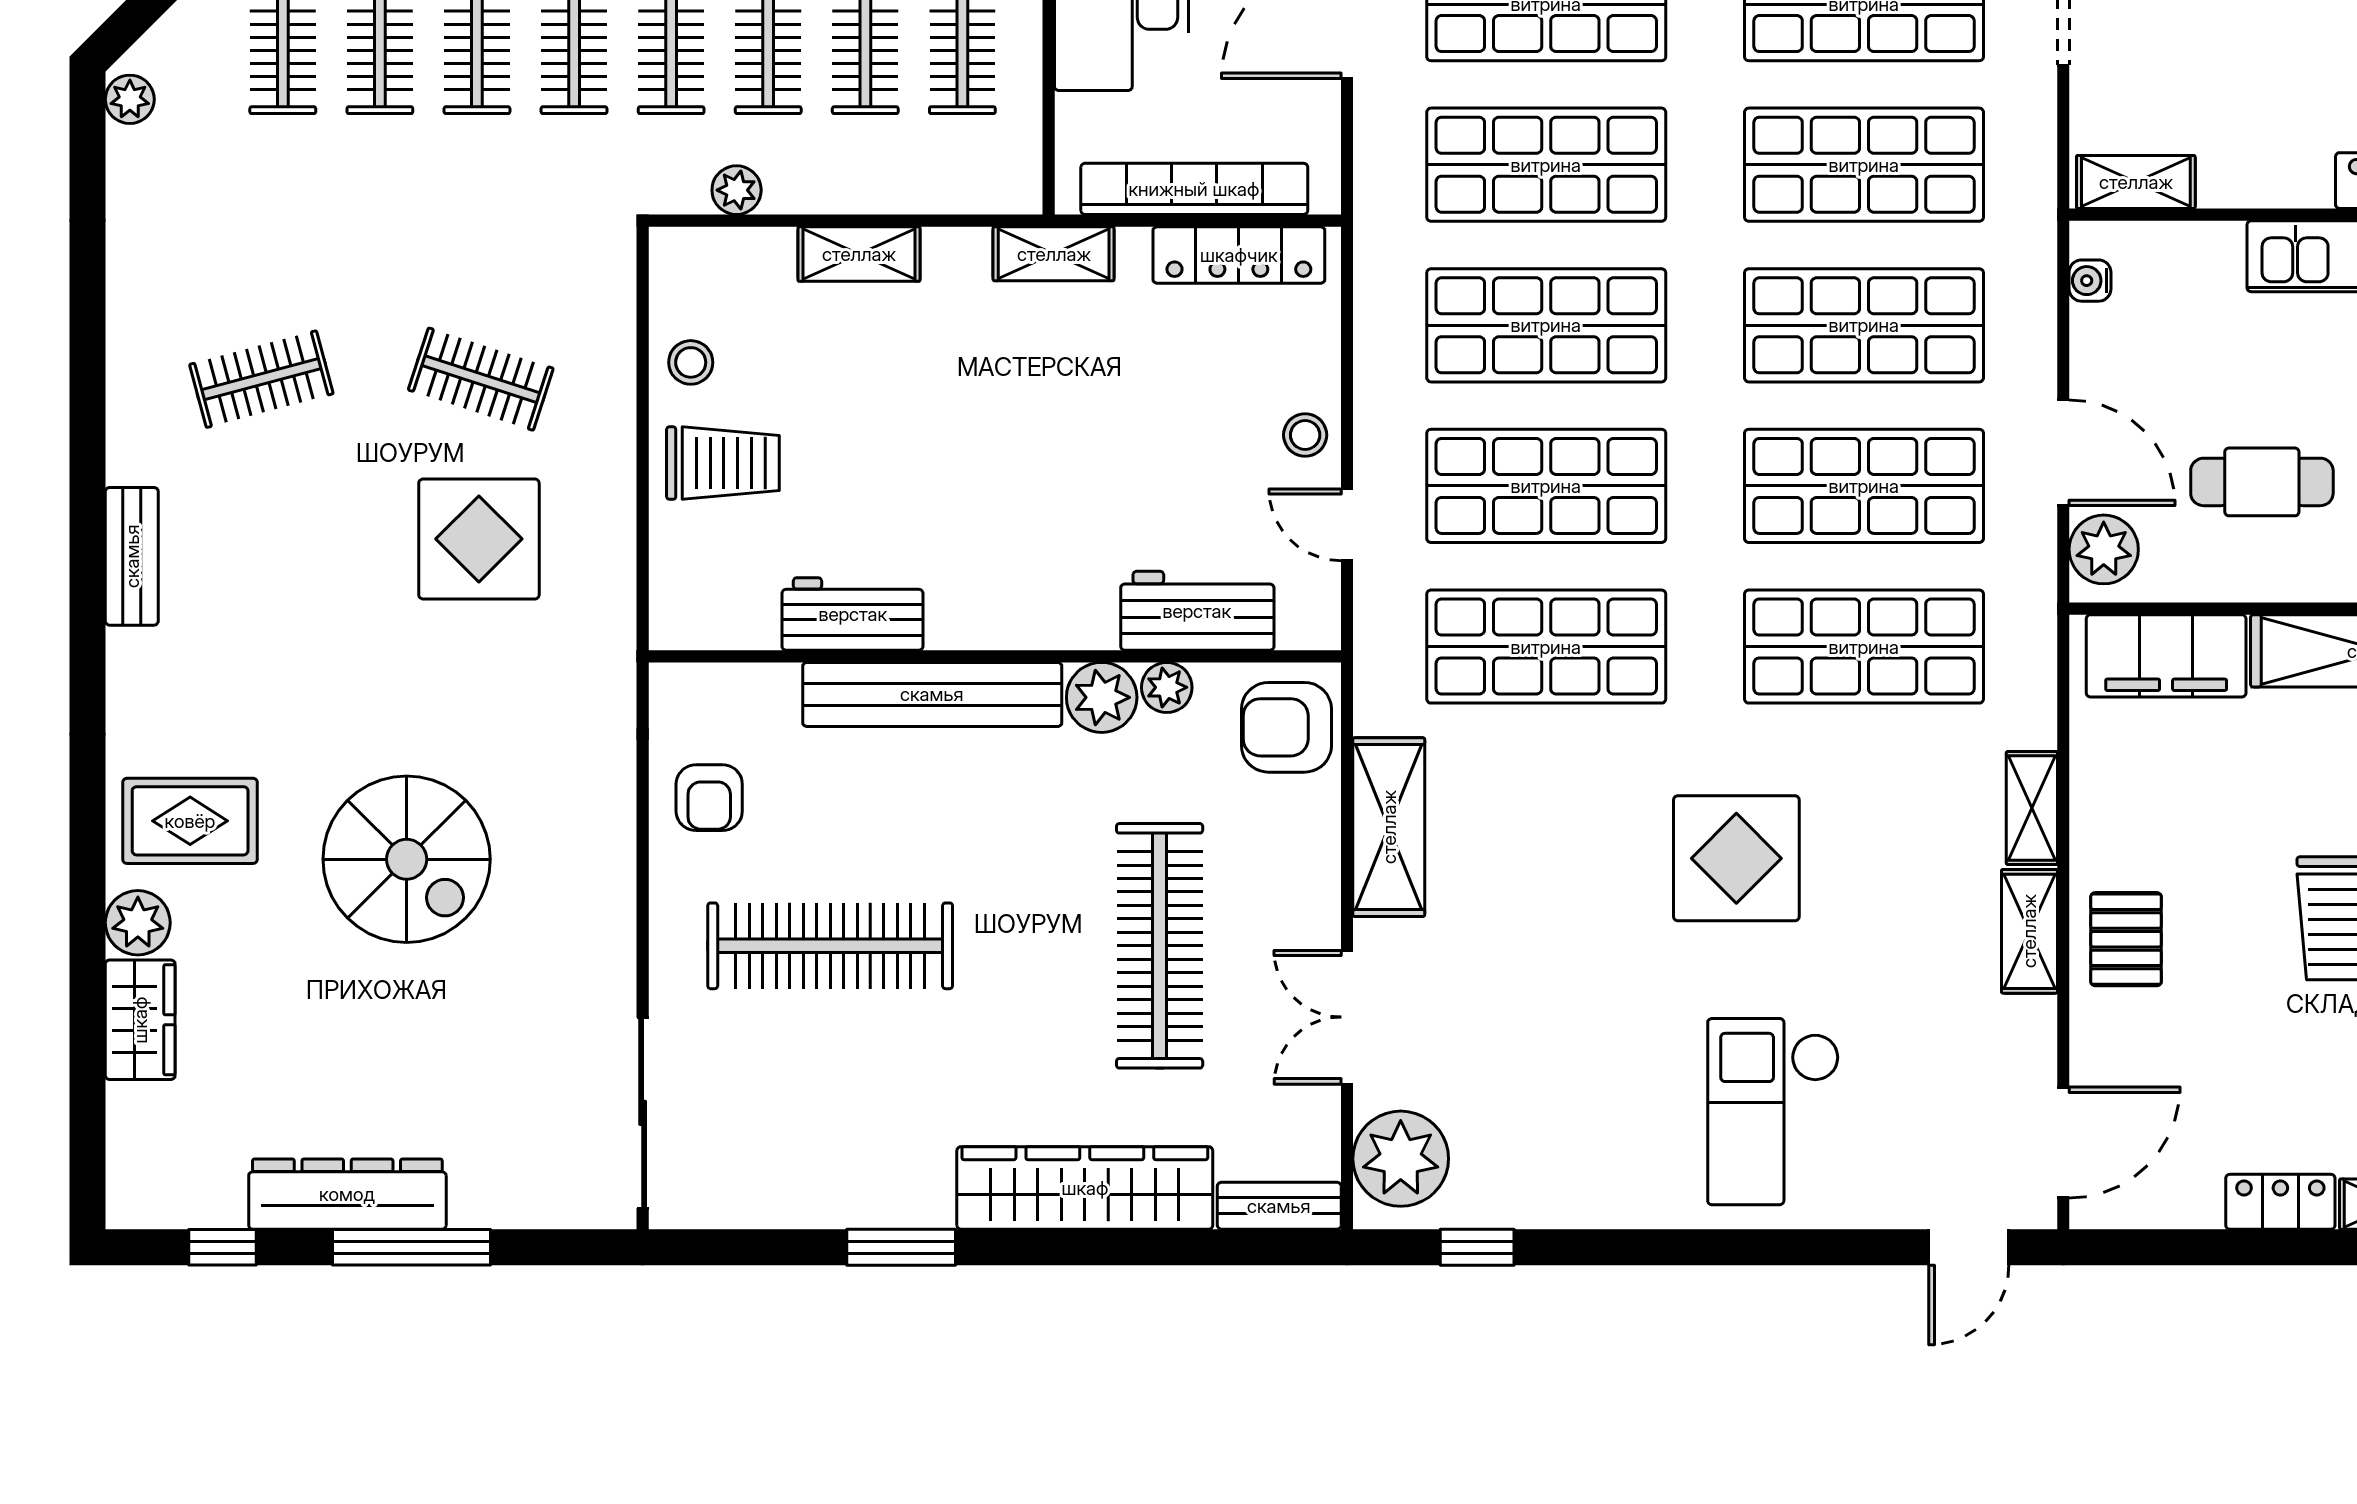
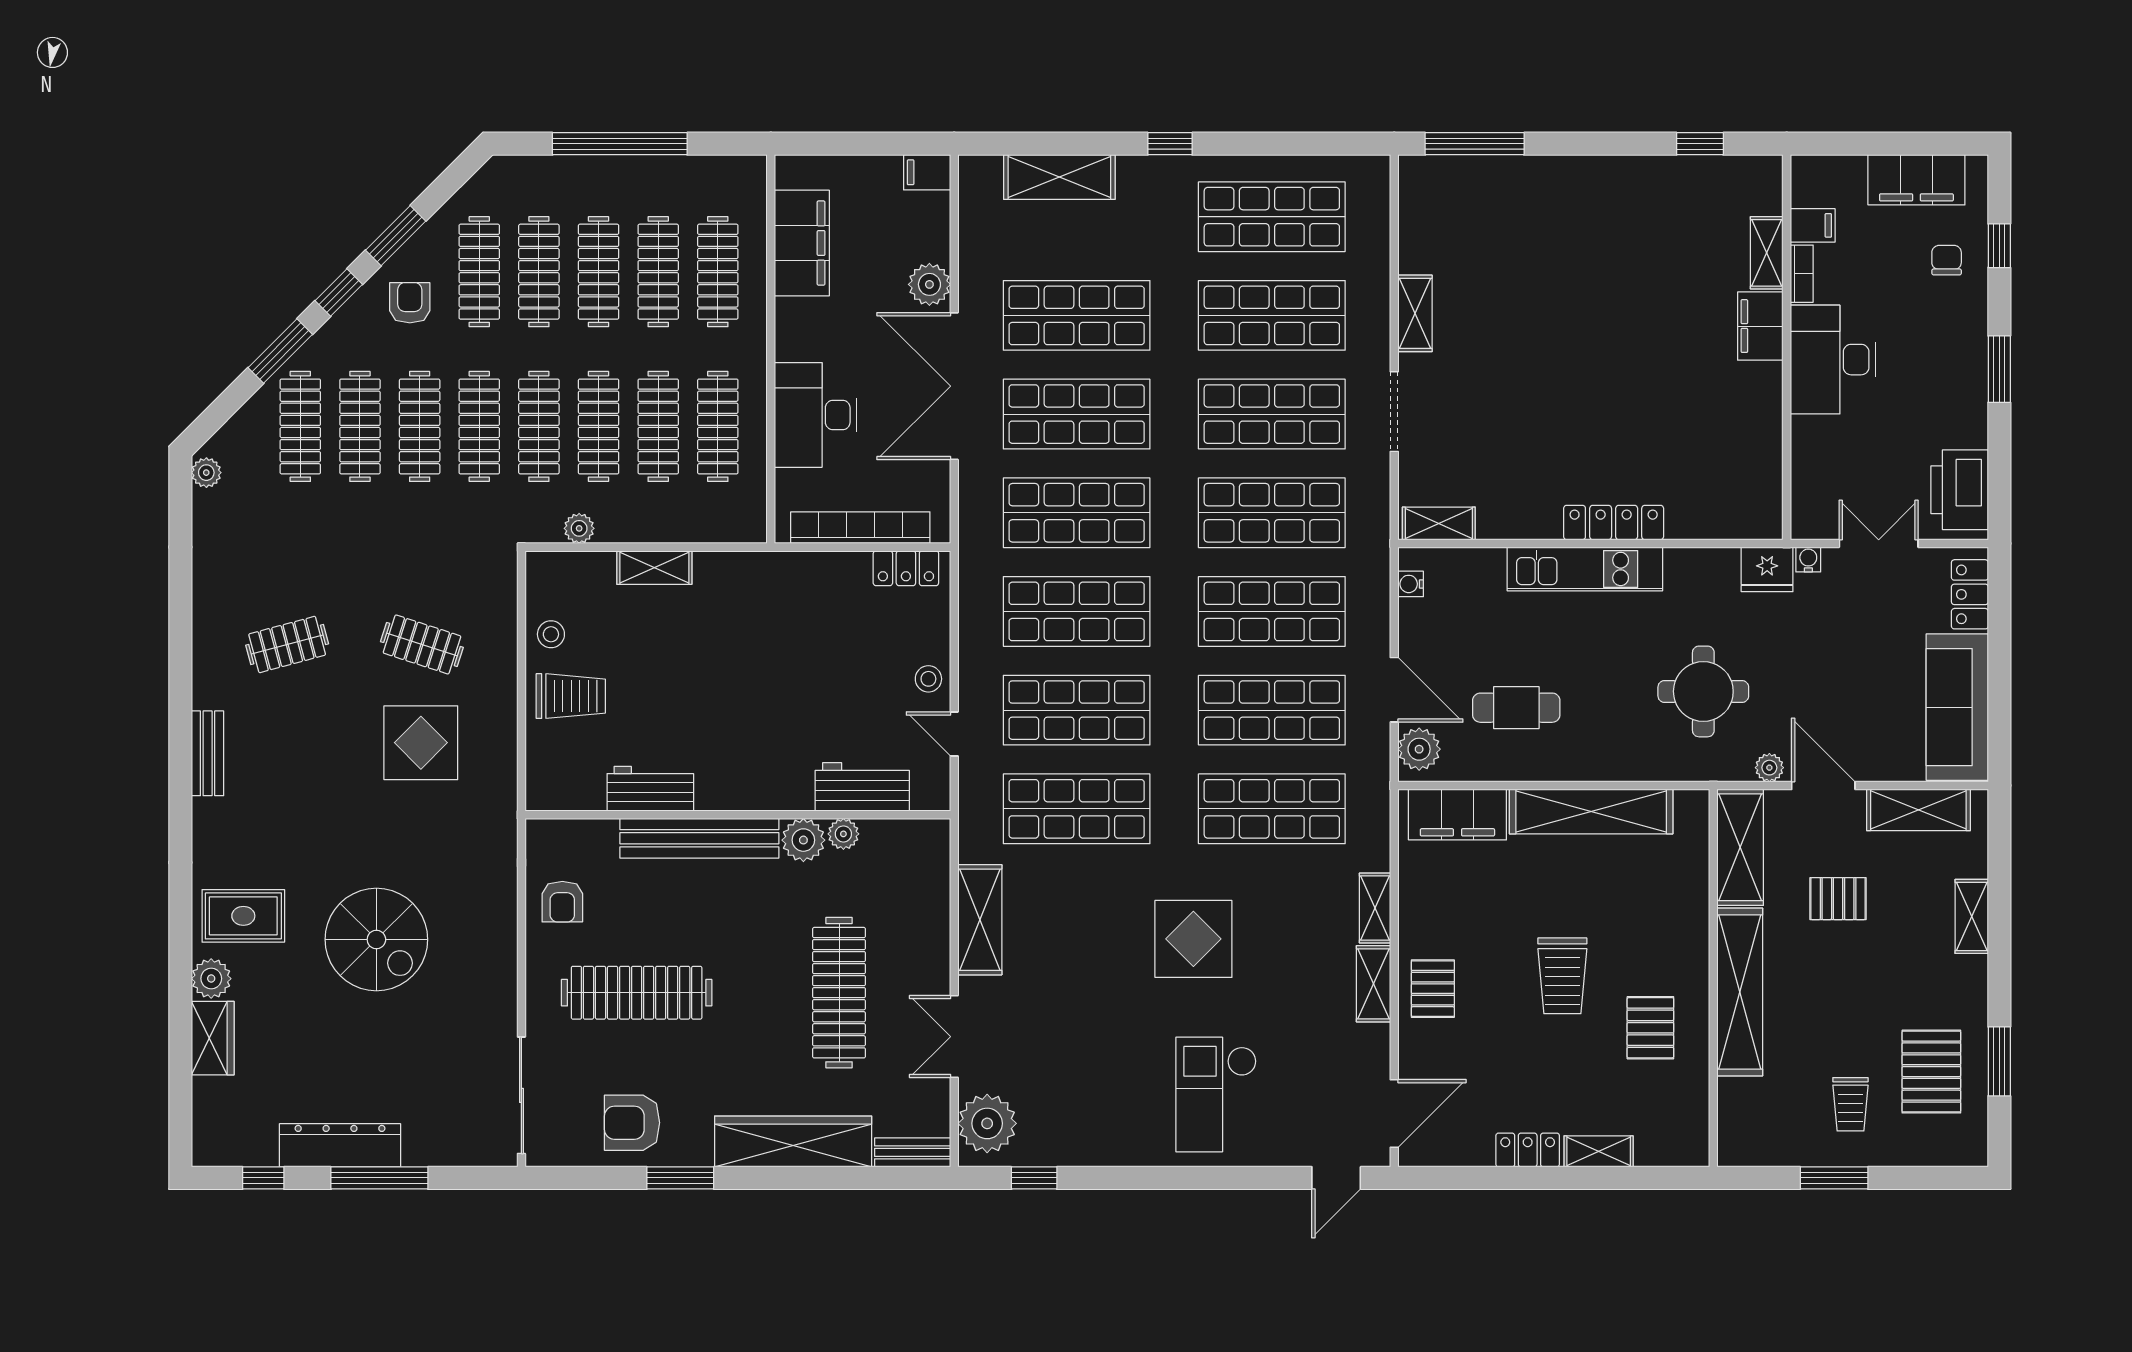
shelving: (1054, 254) -> (774, 567), removed
locker: (1239, 255) -> (906, 568), width x0.66
armchair: (1286, 727) -> (632, 1123), moved

